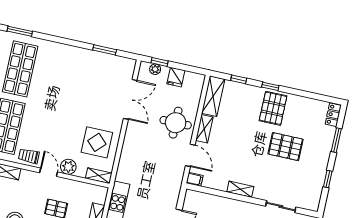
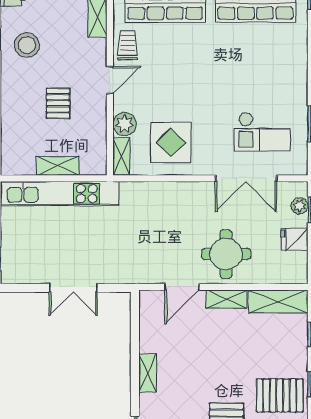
checkout: (103, 83) -> (262, 132), added
plant: (68, 167) -> (125, 124), moved
filing cabinet: (195, 179) -> (148, 301), removed

